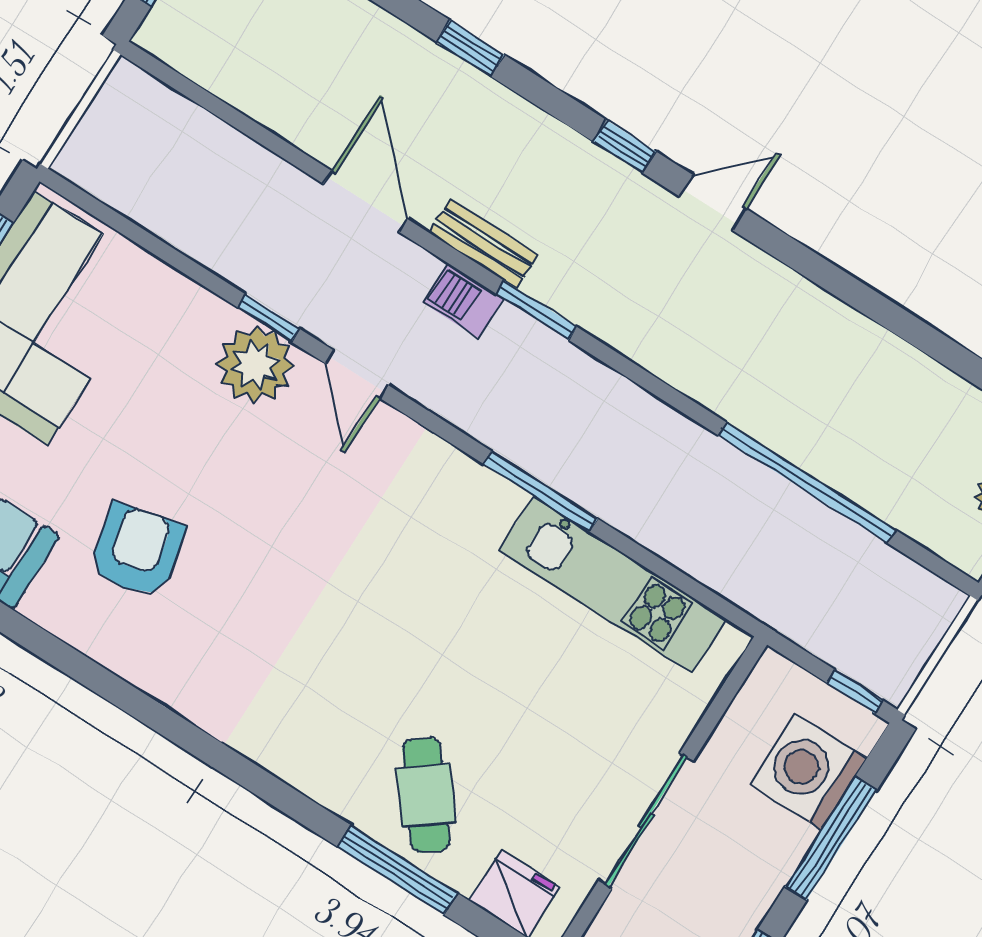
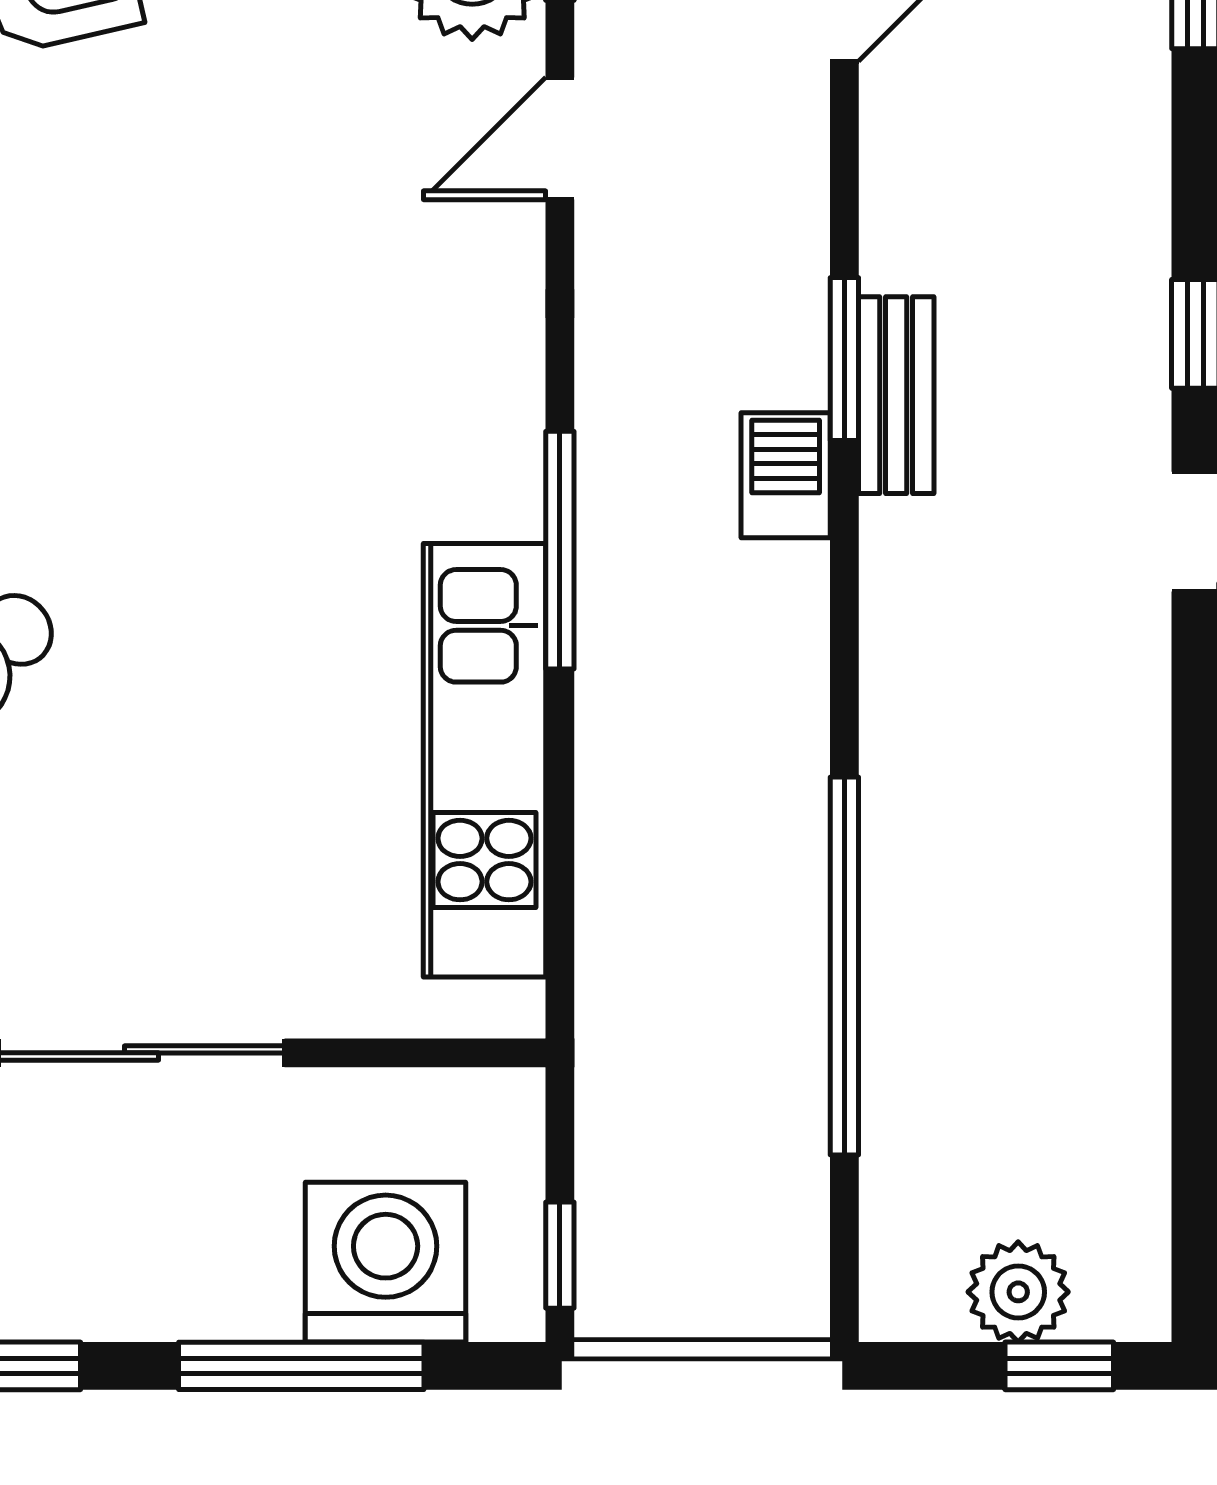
bench: (483, 244) -> (896, 395), moved
barbecue: (463, 300) -> (786, 475), moved

